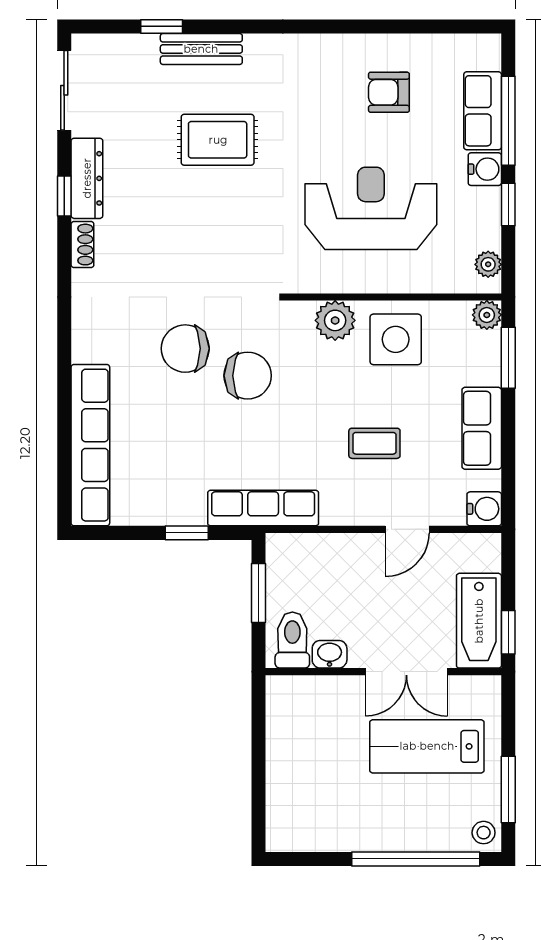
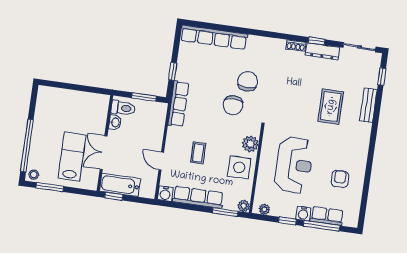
window: (162, 26) -> (382, 77), moved
row of seats: (482, 428) -> (198, 197), width x1.48

